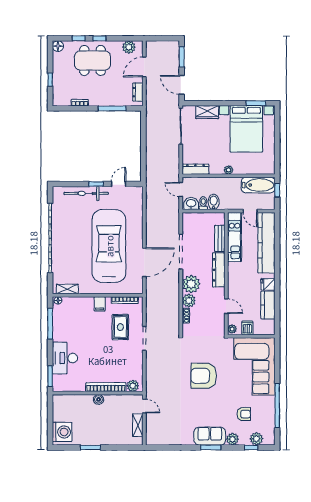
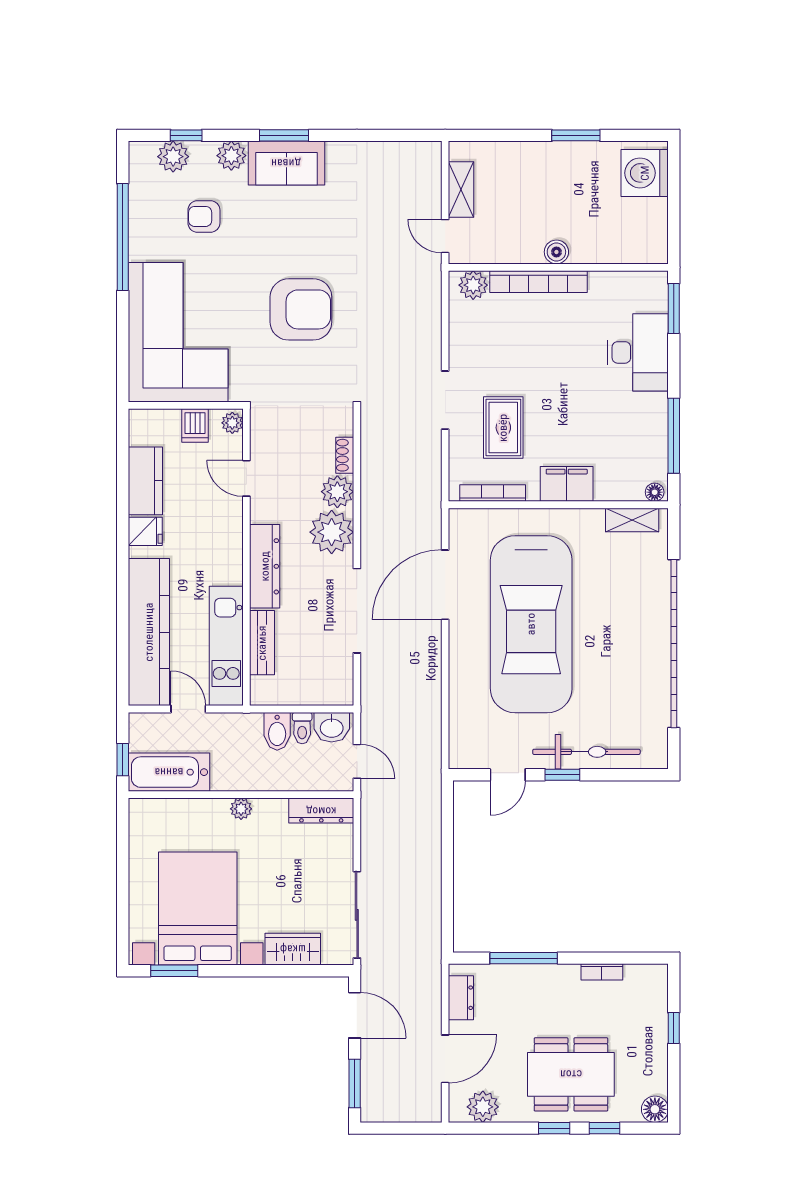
filing cabinet: (100, 304) -> (567, 484), width x2.00

